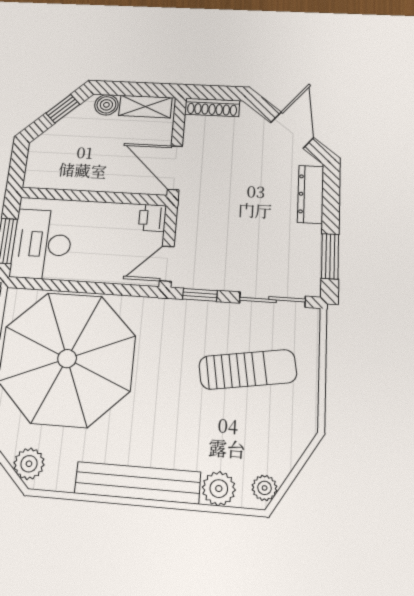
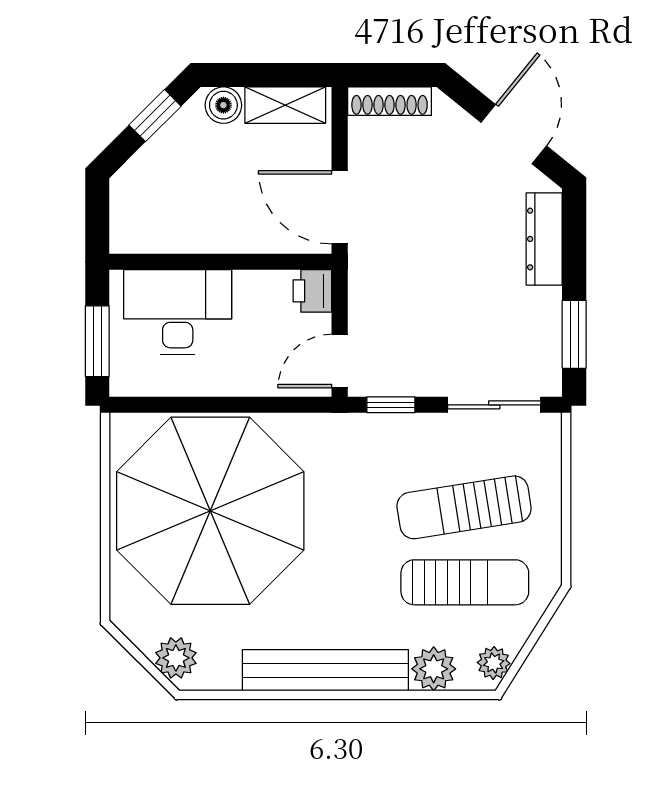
desk: (42, 244) -> (178, 312), moved, turned 90
sun lounger: (248, 369) -> (464, 507), turned 180
sun lounger: (246, 424) -> (465, 582), added

